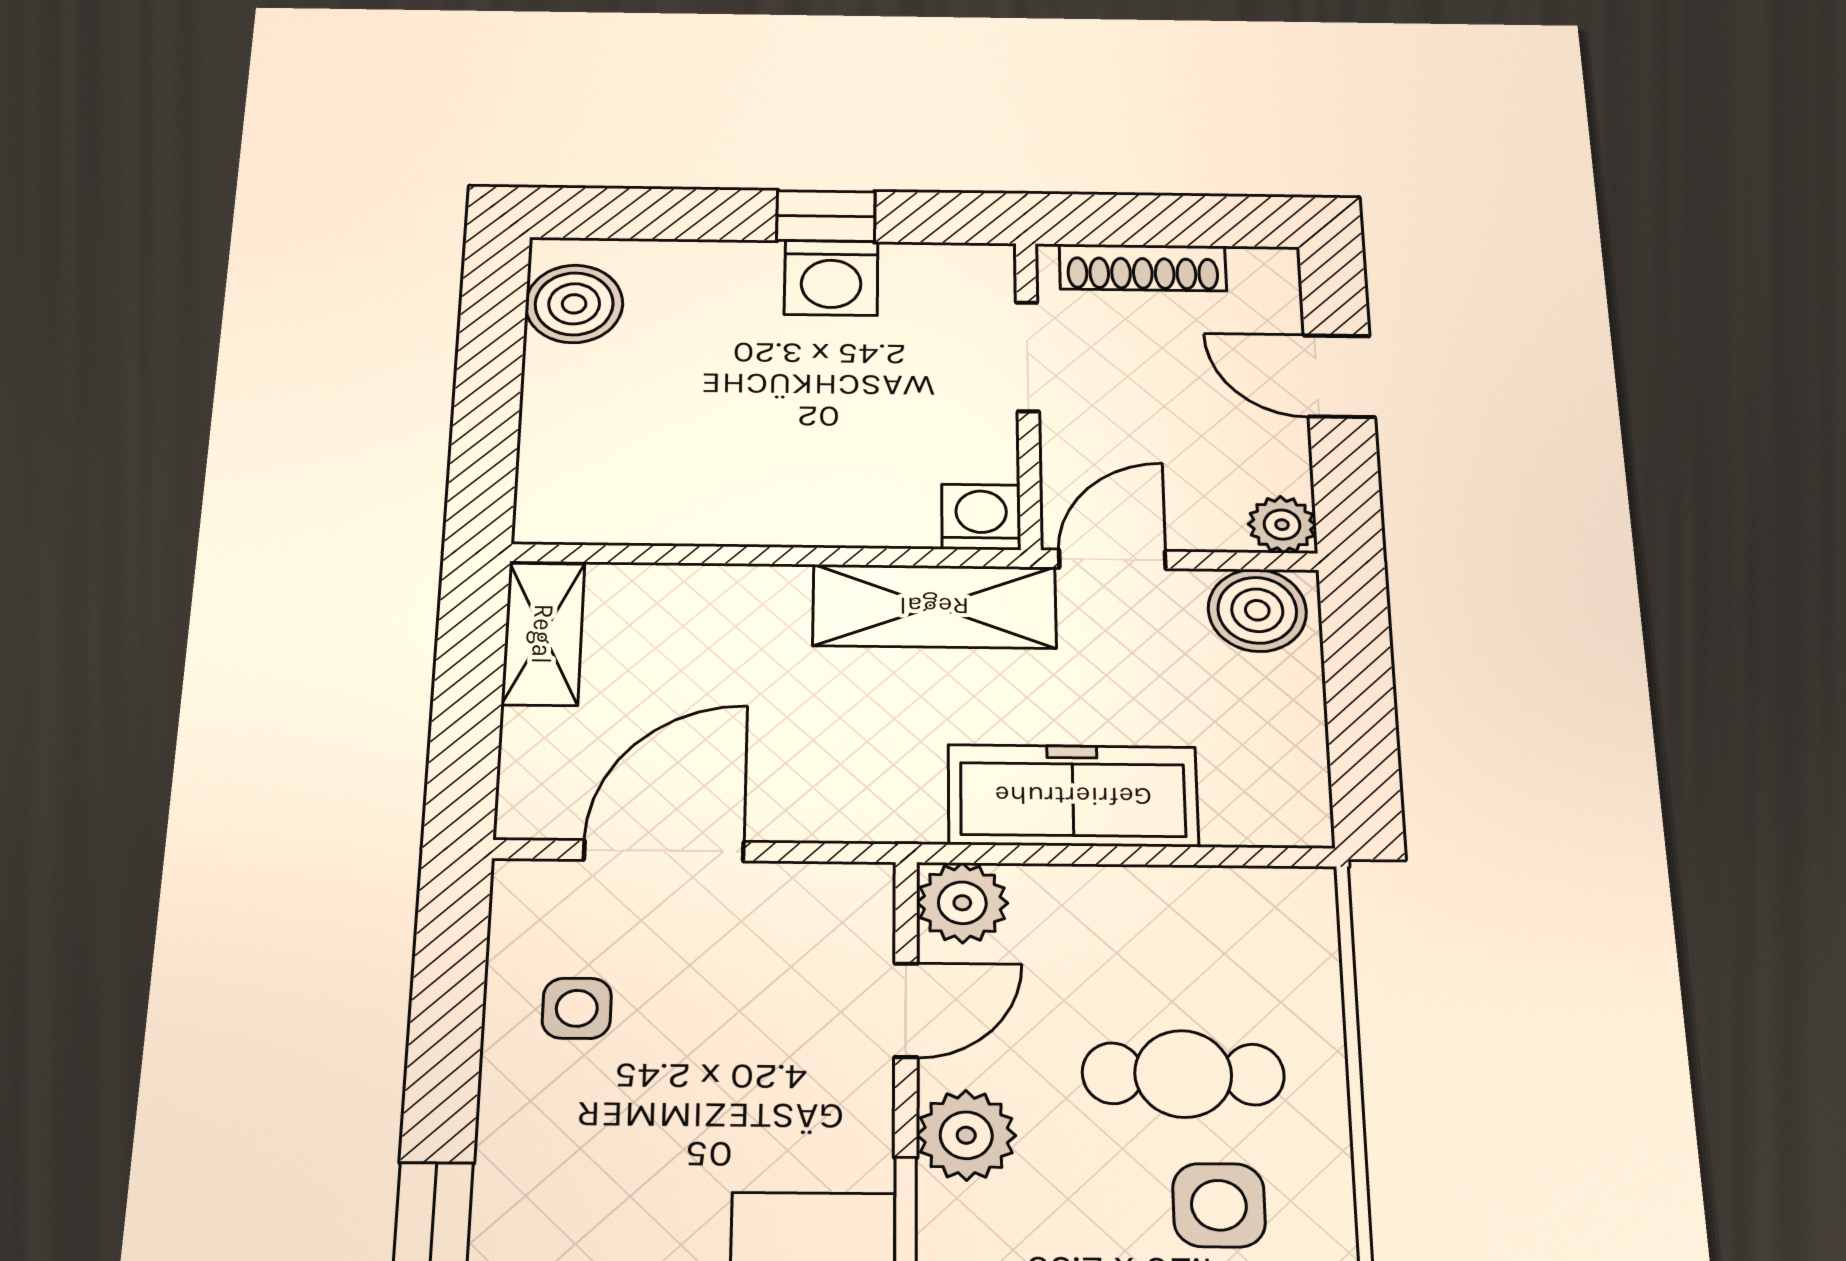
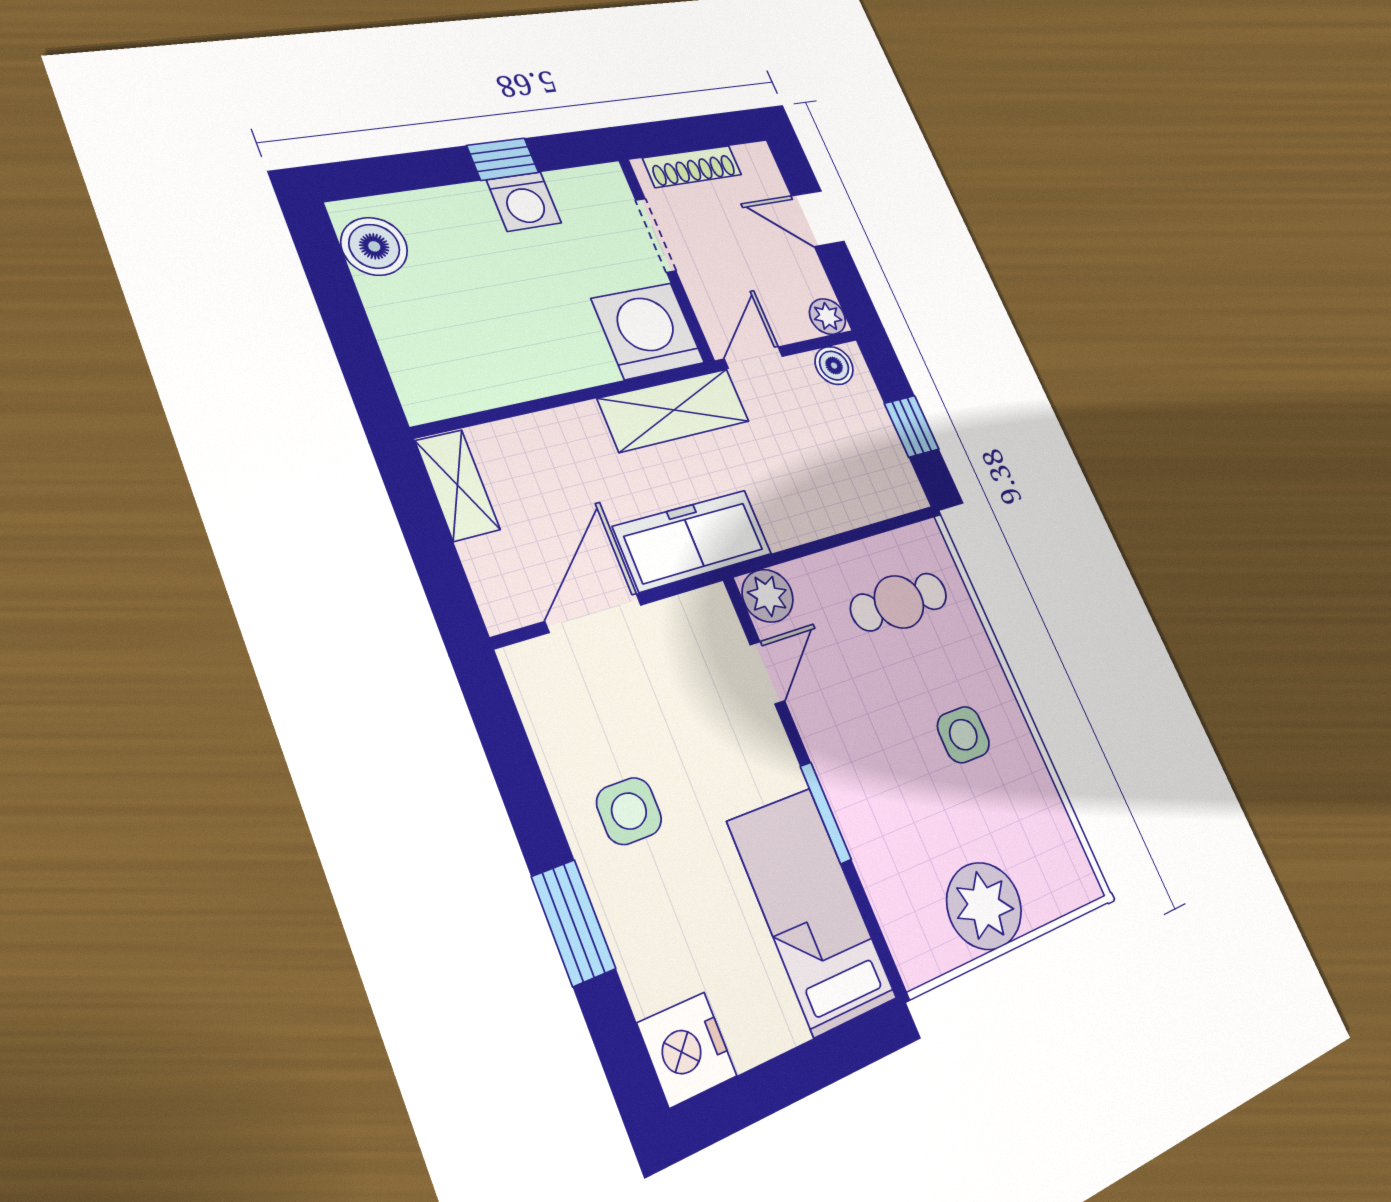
washing machine: (981, 517) -> (648, 331), width x1.89, depth x1.89
boiler: (1257, 610) -> (834, 366), width x0.73, depth x0.73
window: (1361, 720) -> (912, 426), added
freezer: (1073, 796) -> (693, 540), moved
side table: (577, 1008) -> (629, 811), moved, width x1.37, depth x1.37
cafe table: (1183, 1074) -> (899, 602), moved
plant: (966, 1135) -> (830, 739), removed

